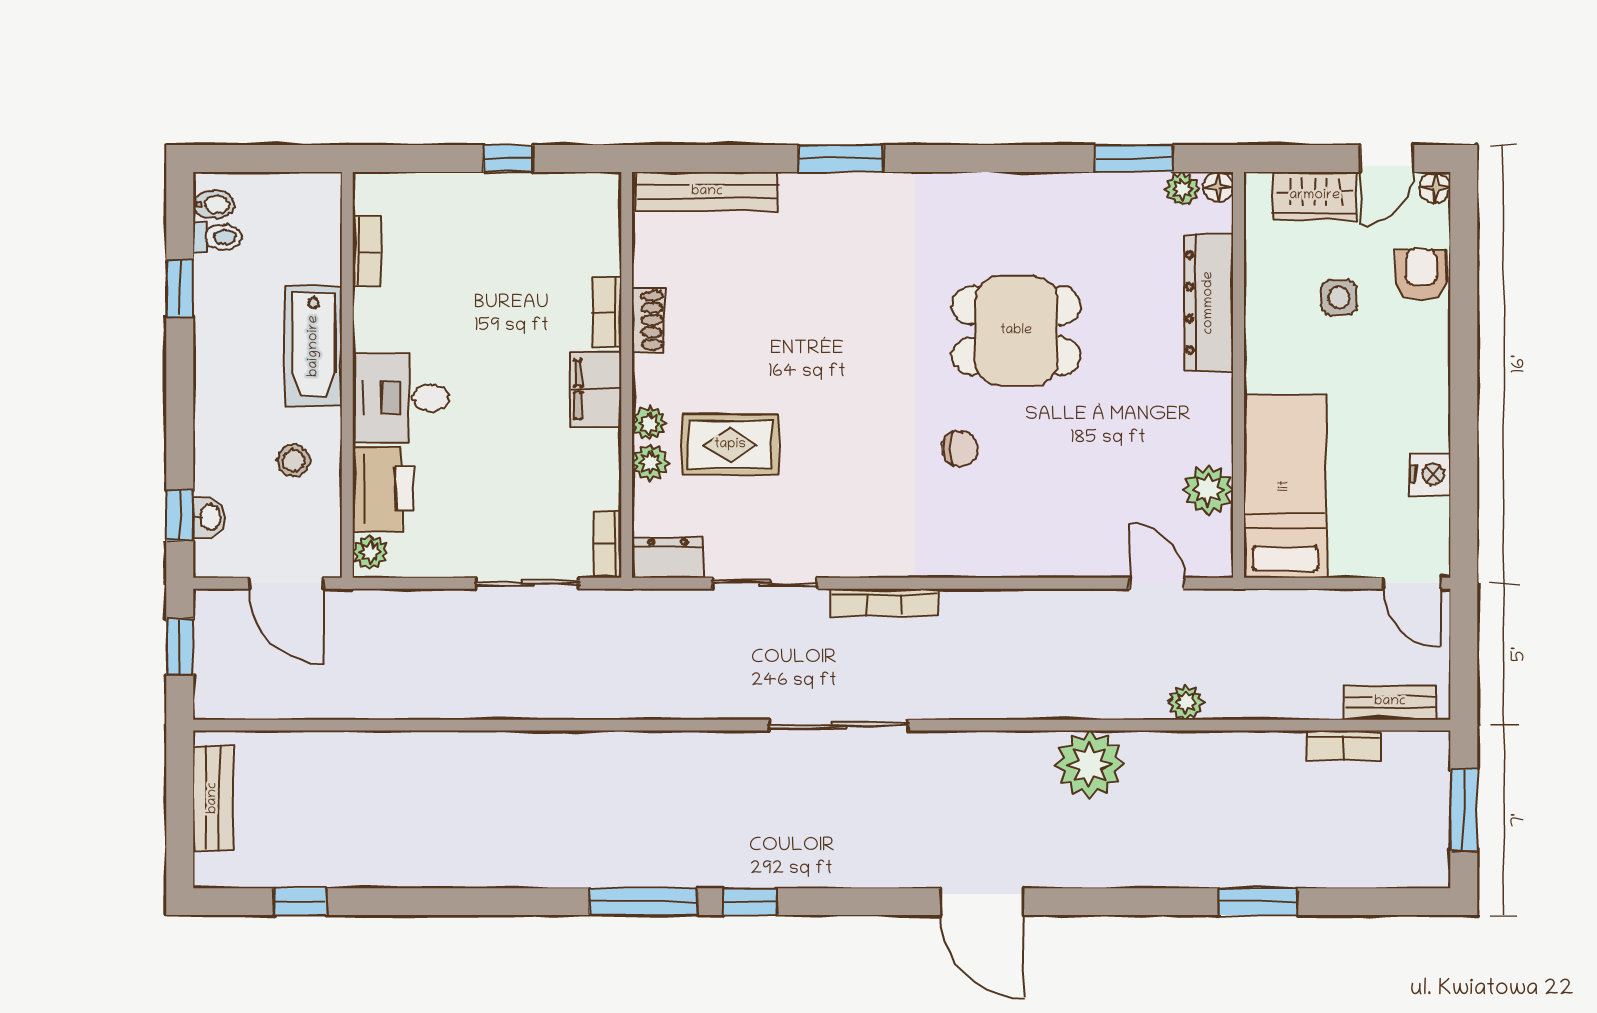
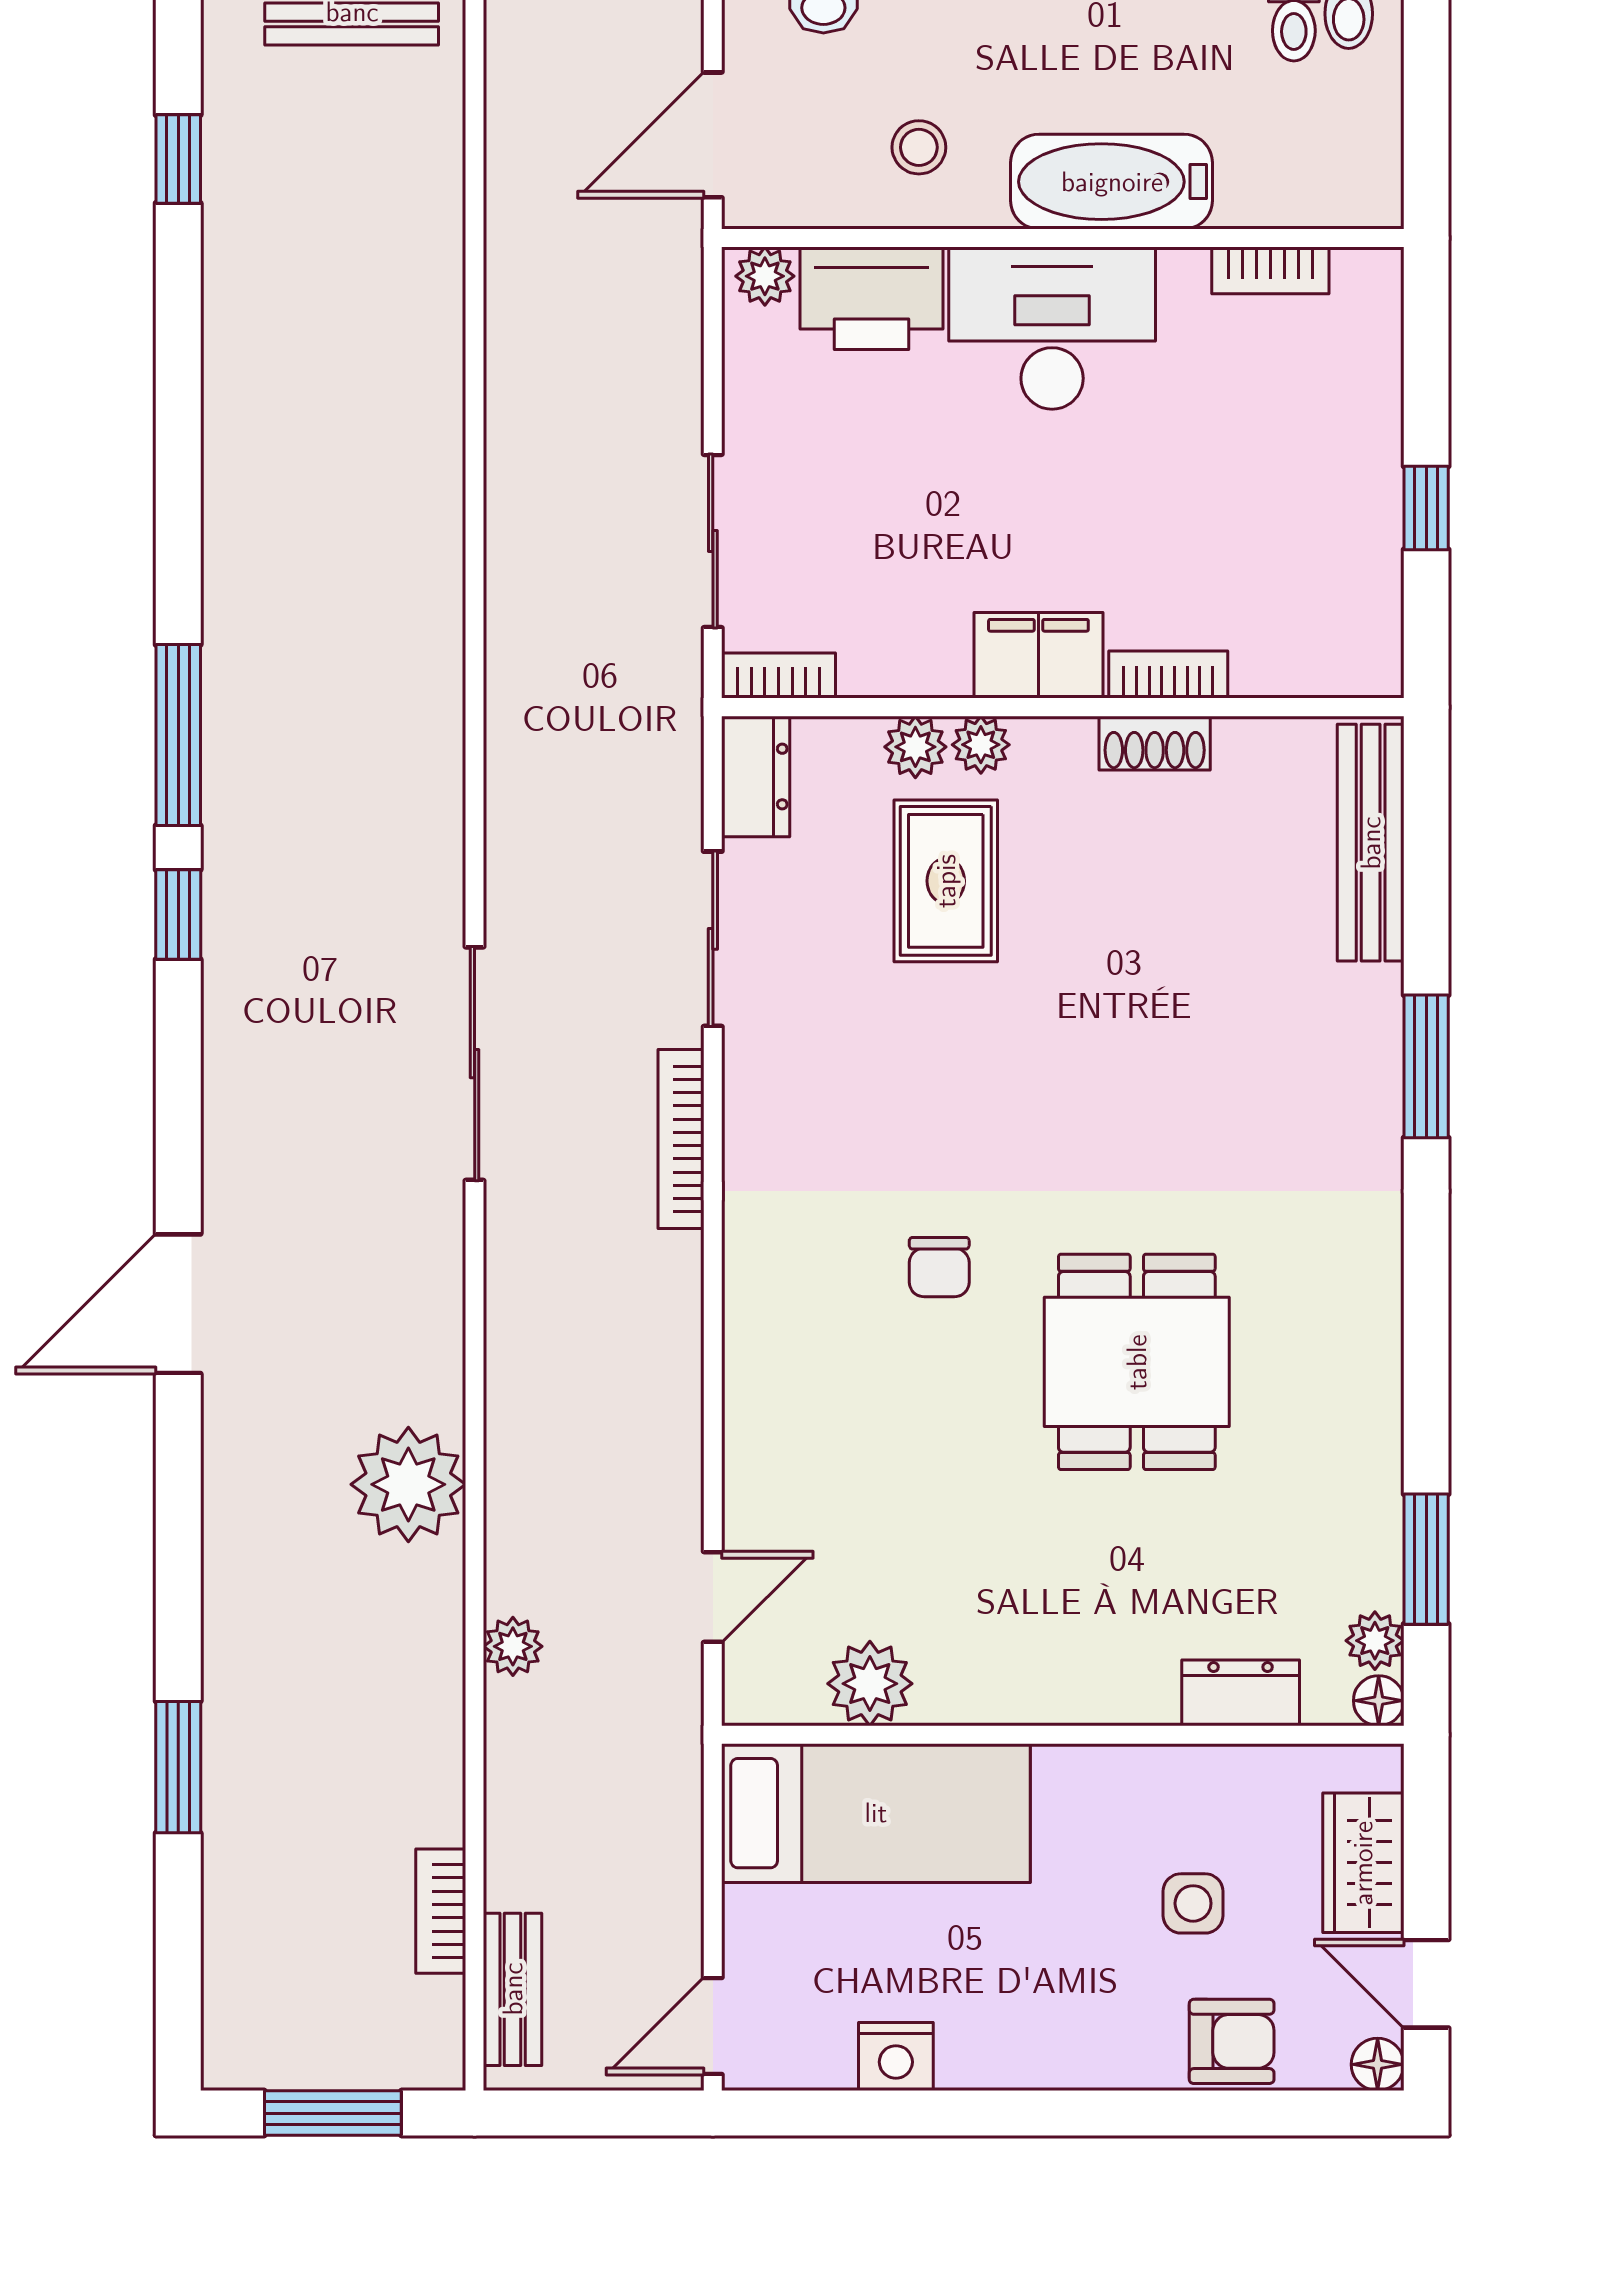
dresser: (1209, 303) -> (1241, 1693), width x0.51, depth x0.80
desk: (401, 398) -> (1052, 328), width x1.37

